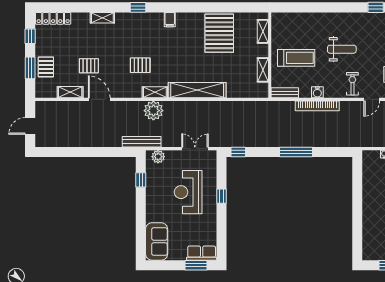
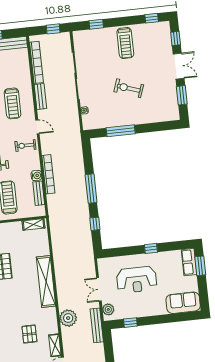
shelving: (263, 70) -> (33, 224), moved
shelving: (155, 92) -> (55, 345), moved
bench: (285, 93) -> (39, 193), moved
double door: (195, 149) -> (99, 289), moved
window: (238, 152) -> (95, 224), moved
window: (357, 192) -> (121, 131), added
window: (222, 196) -> (151, 248), moved

